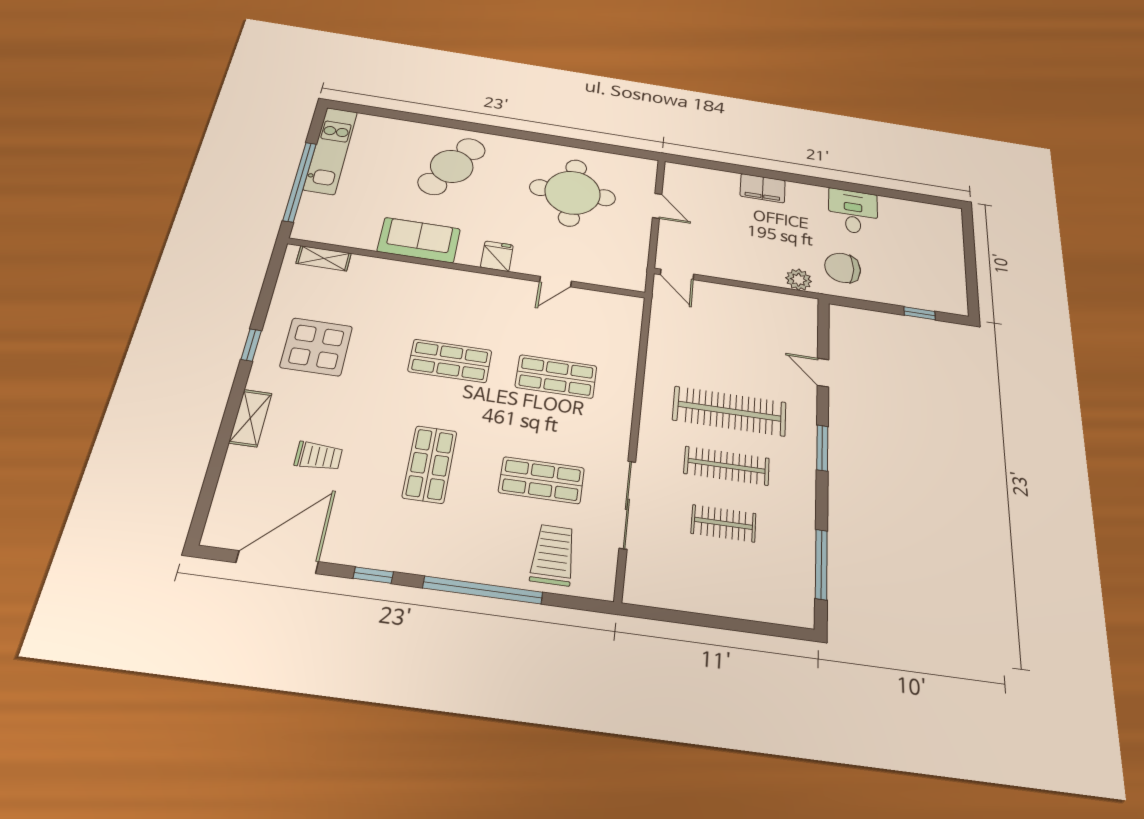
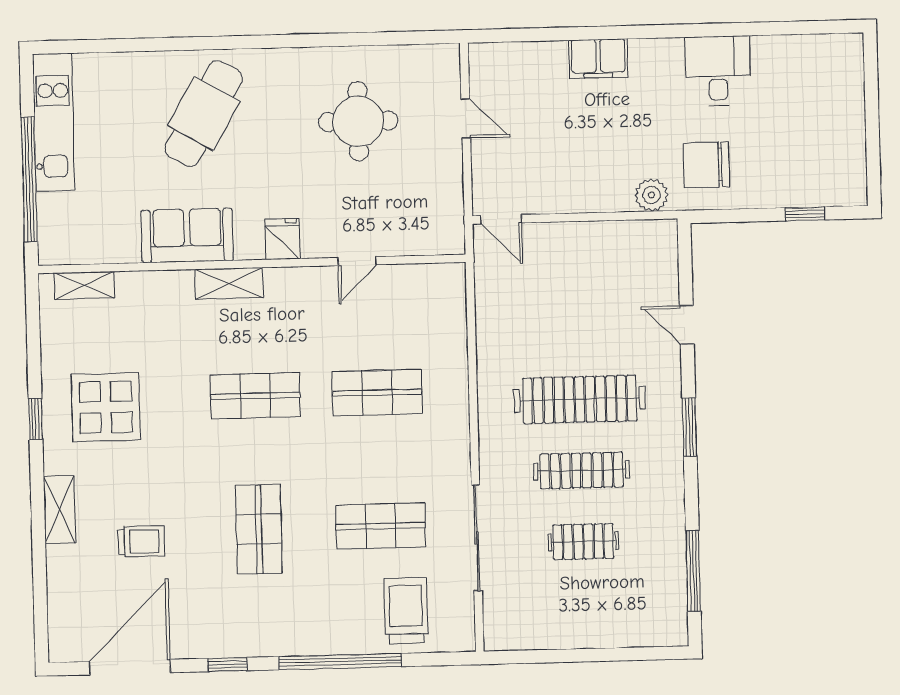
round table: (573, 193) -> (358, 121), width x0.73, depth x0.73
shelving: (446, 278) -> (229, 283), added

